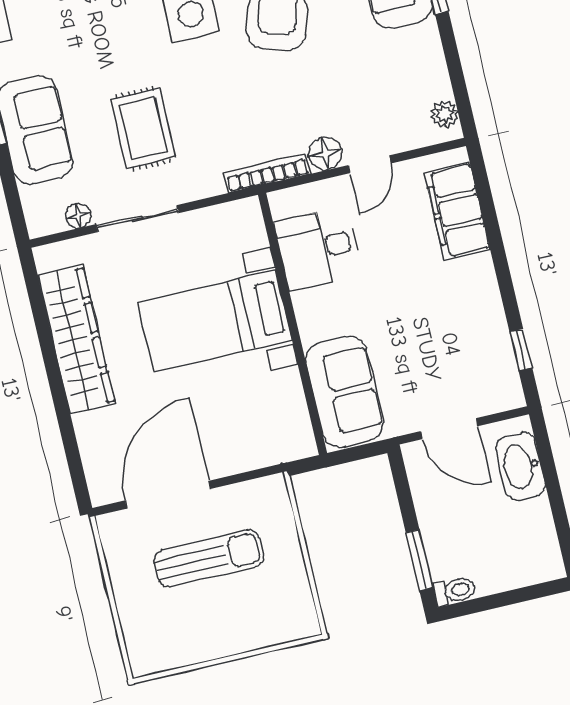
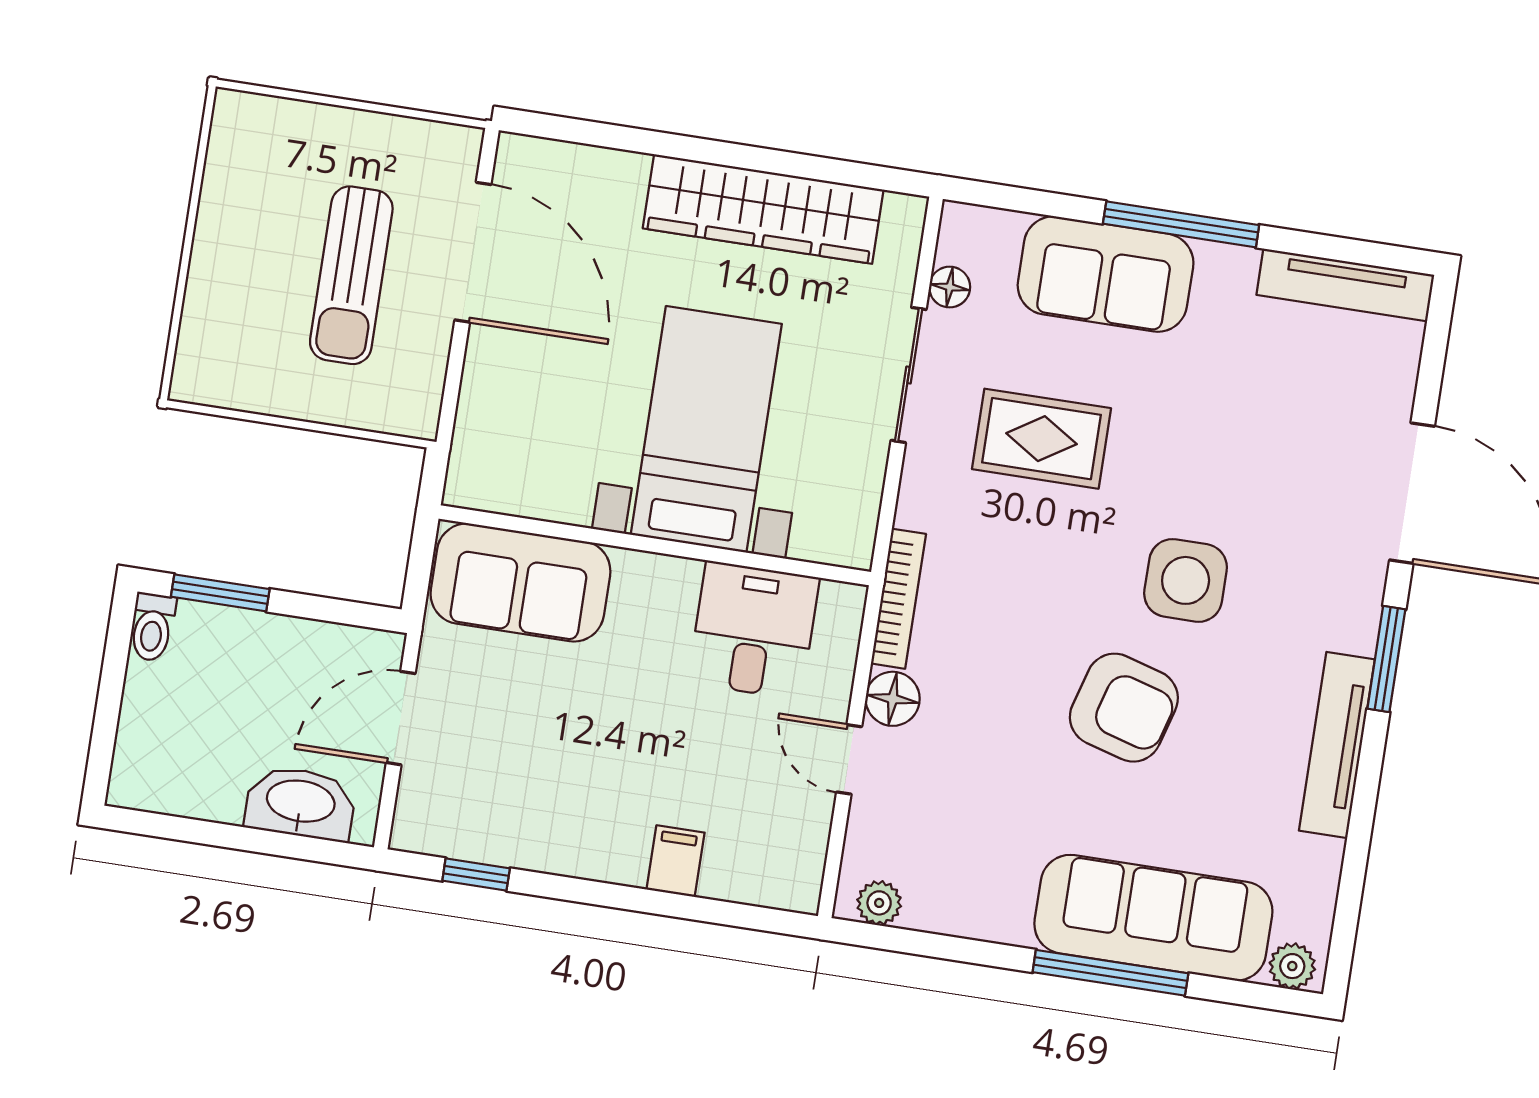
filing cabinet: (457, 211) -> (676, 861), width x0.33, depth x0.86

